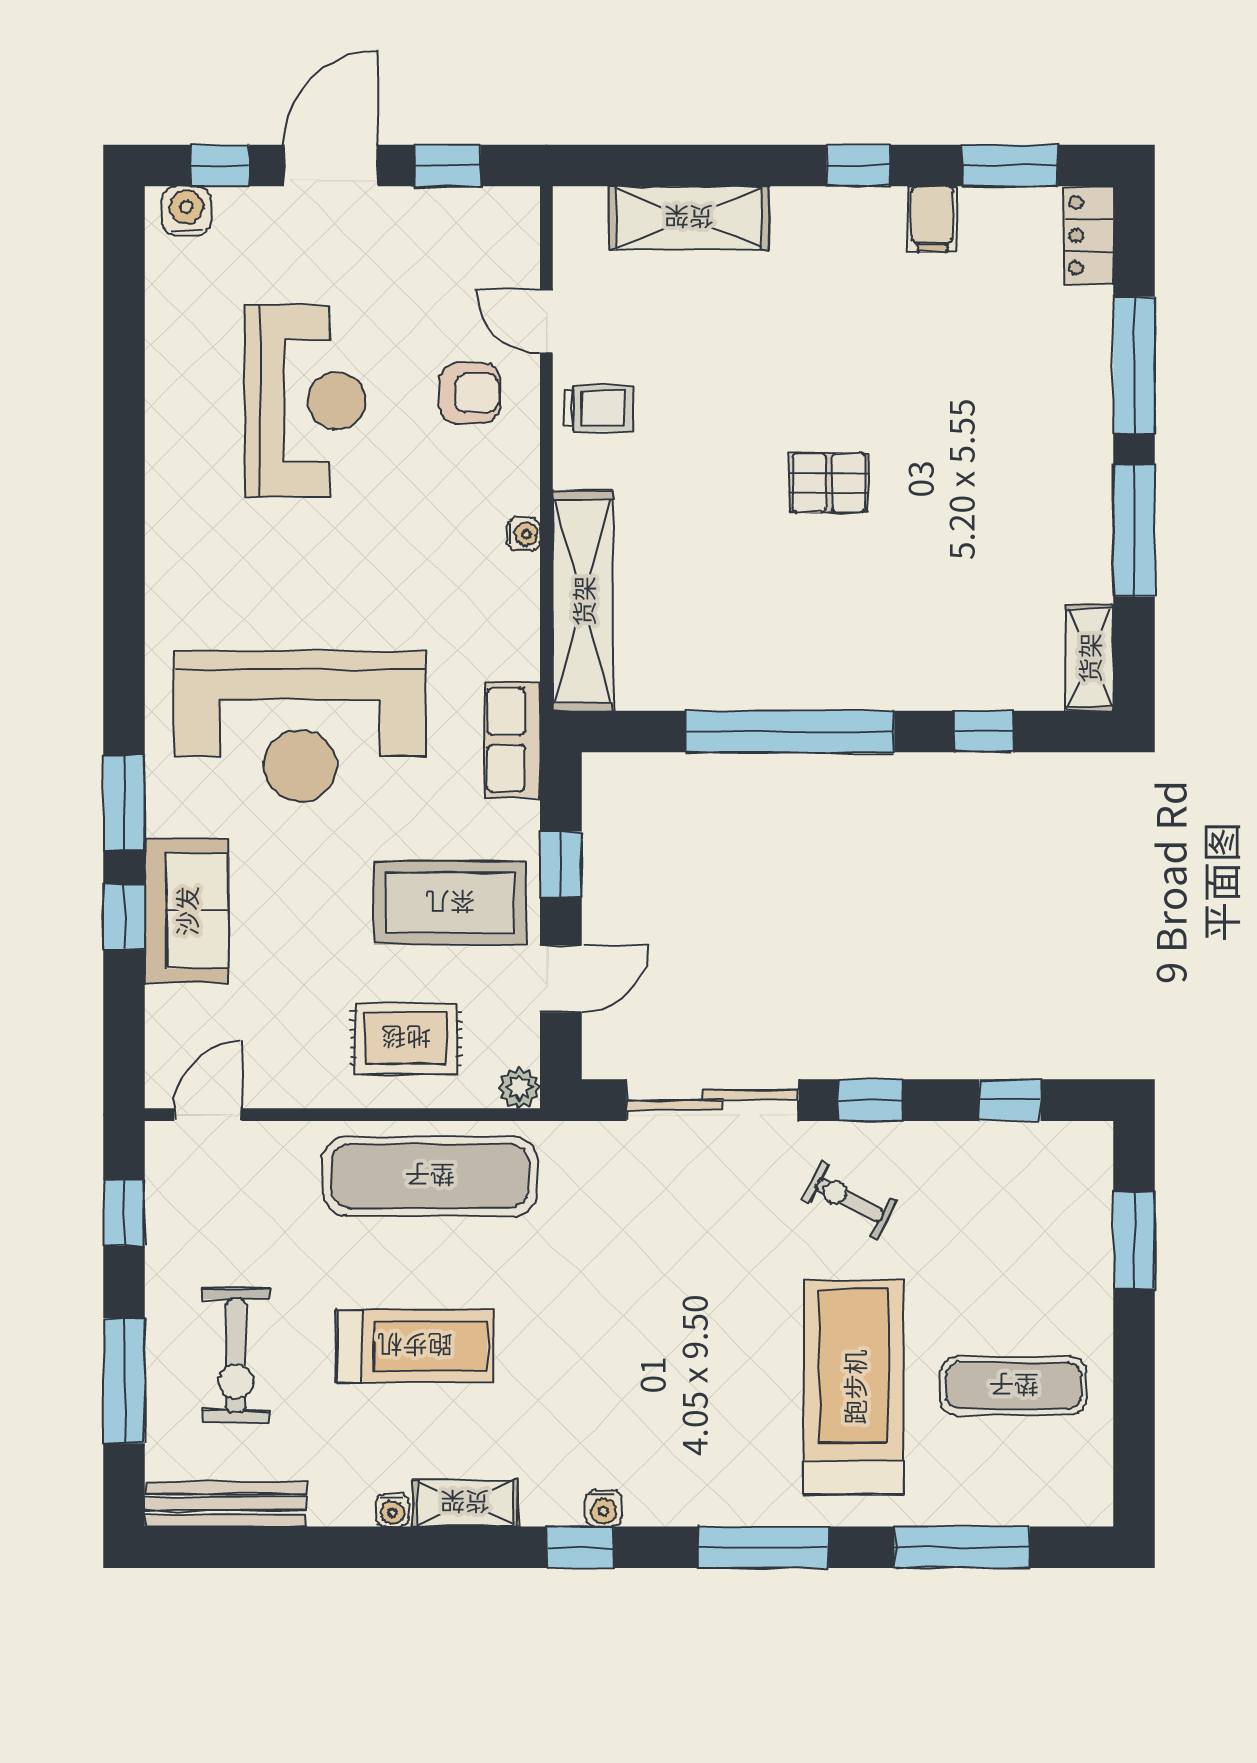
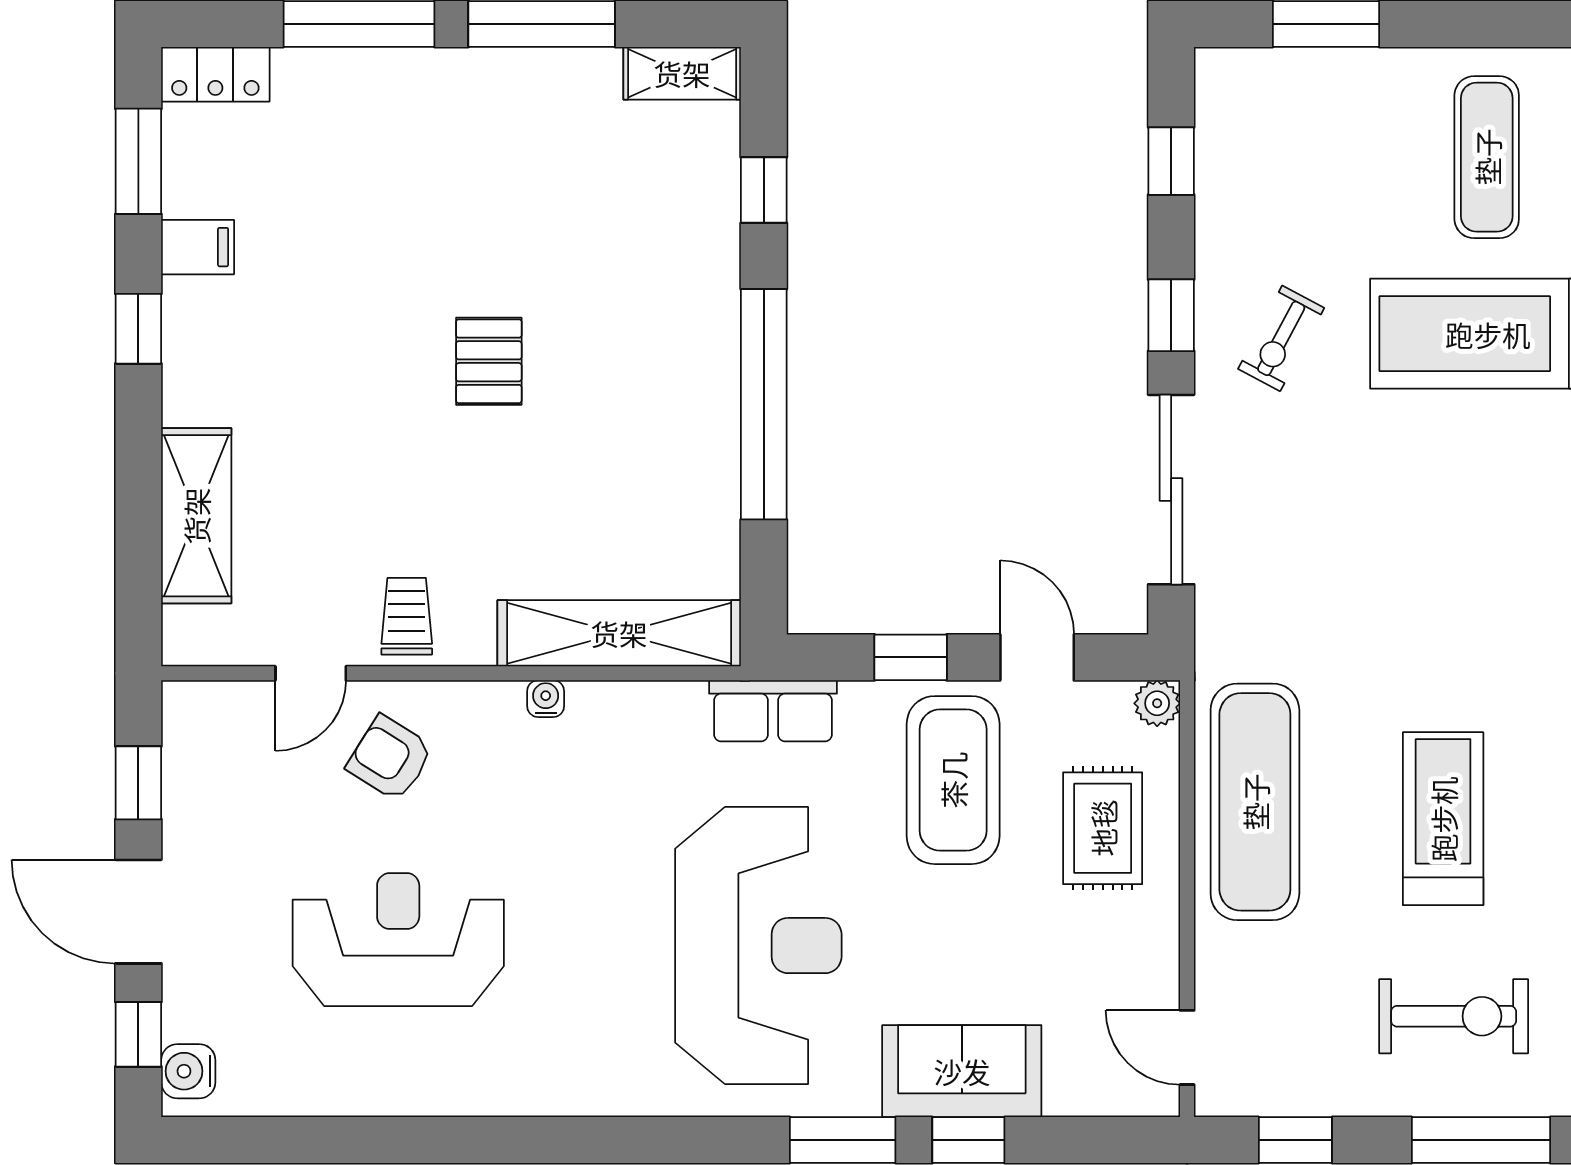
armchair: (470, 393) -> (390, 758), turned -58

